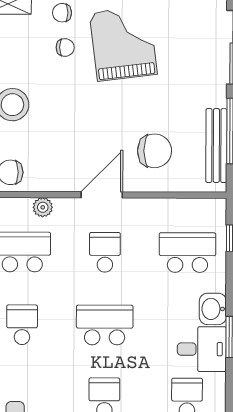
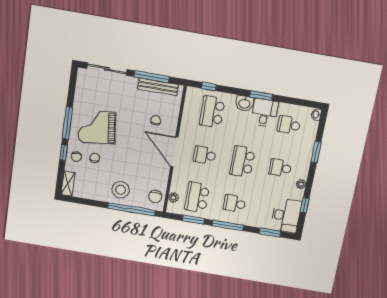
chair: (155, 151) -> (156, 120), width x0.54, depth x0.54
door: (102, 195) -> (174, 152), width x1.36
plant: (43, 207) -> (173, 197), moved

